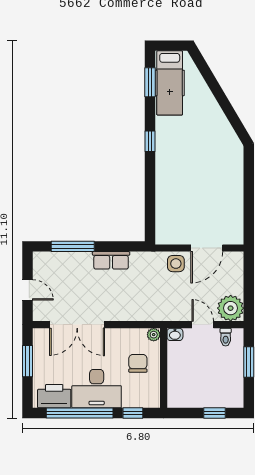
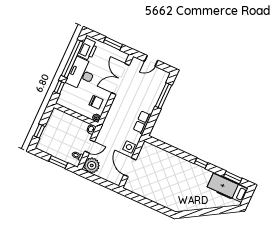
row of seats: (111, 260) -> (142, 122), moved
chair: (138, 363) -> (96, 102), moved

